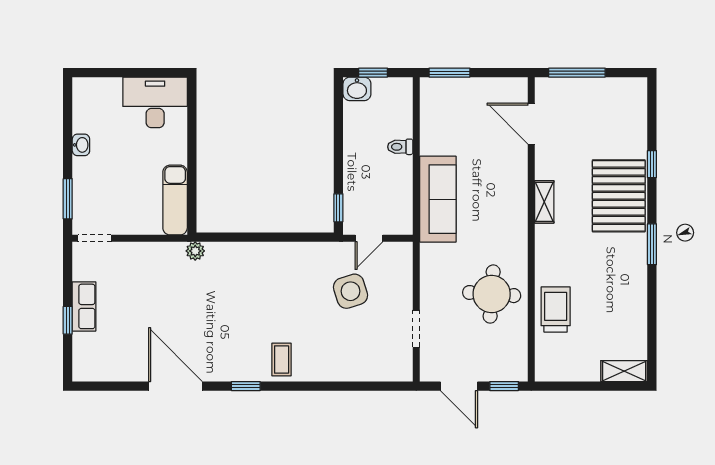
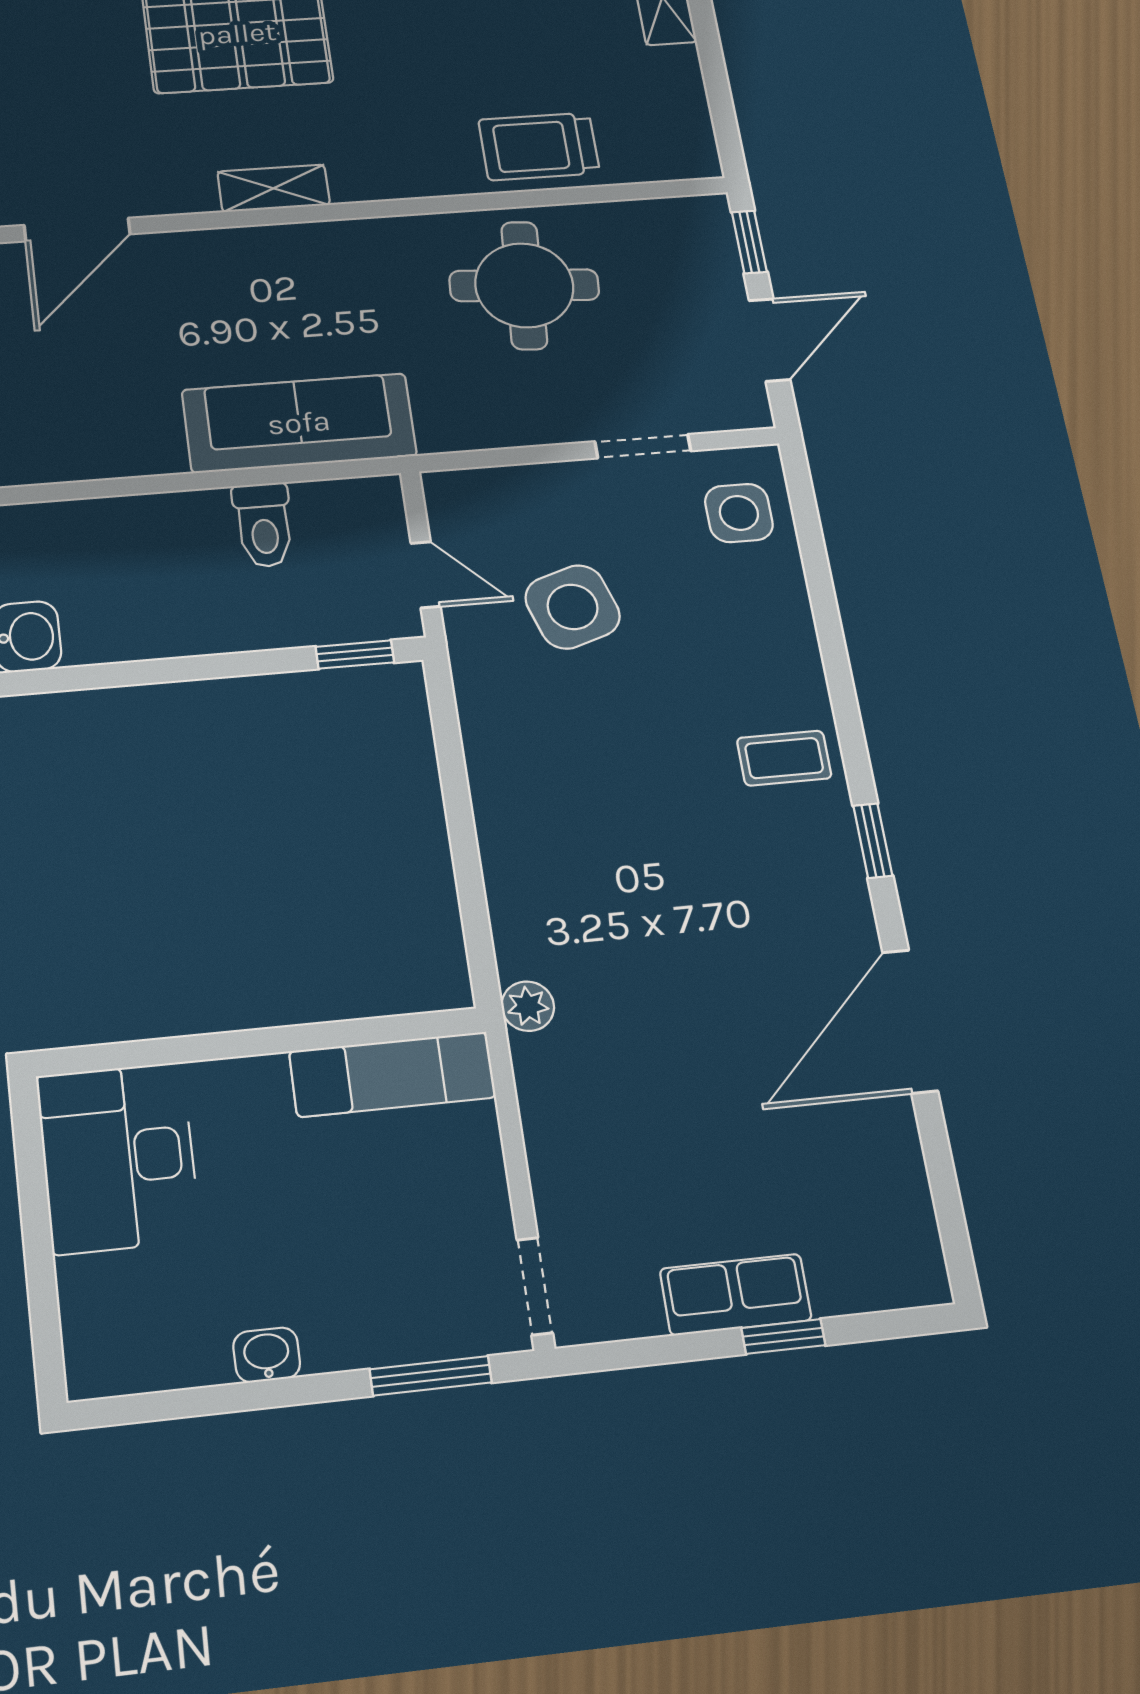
toilet: (400, 147) -> (264, 525), moved, width x1.37, depth x1.39
side table: (384, 361) -> (739, 513), added

